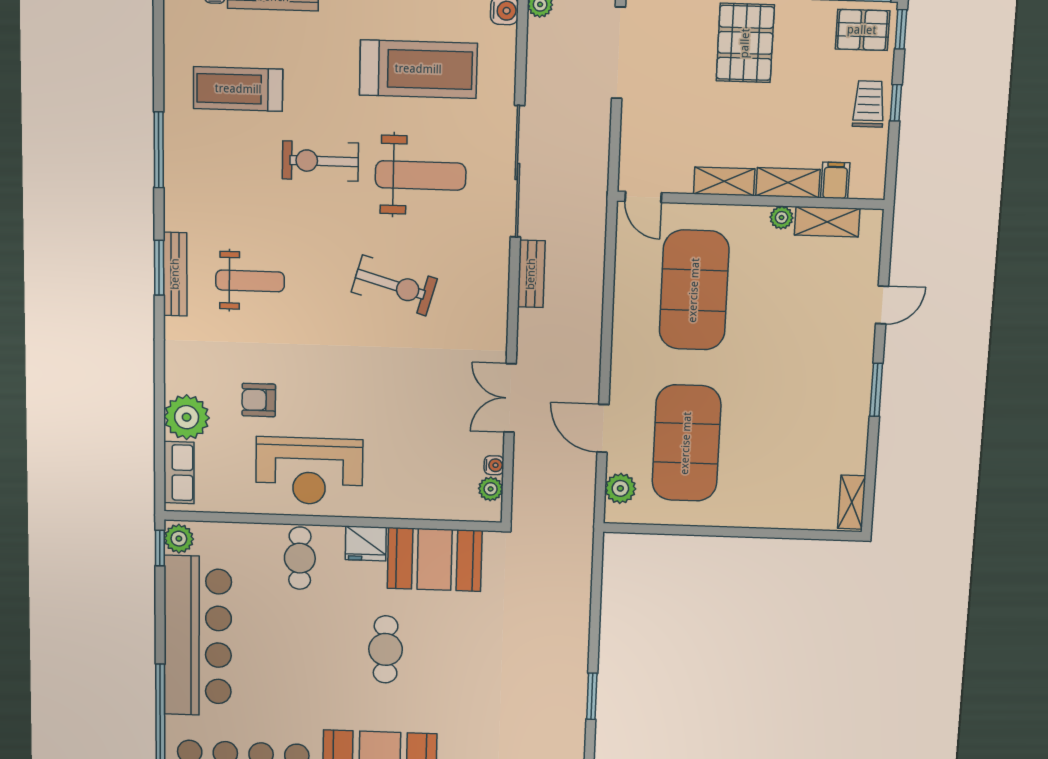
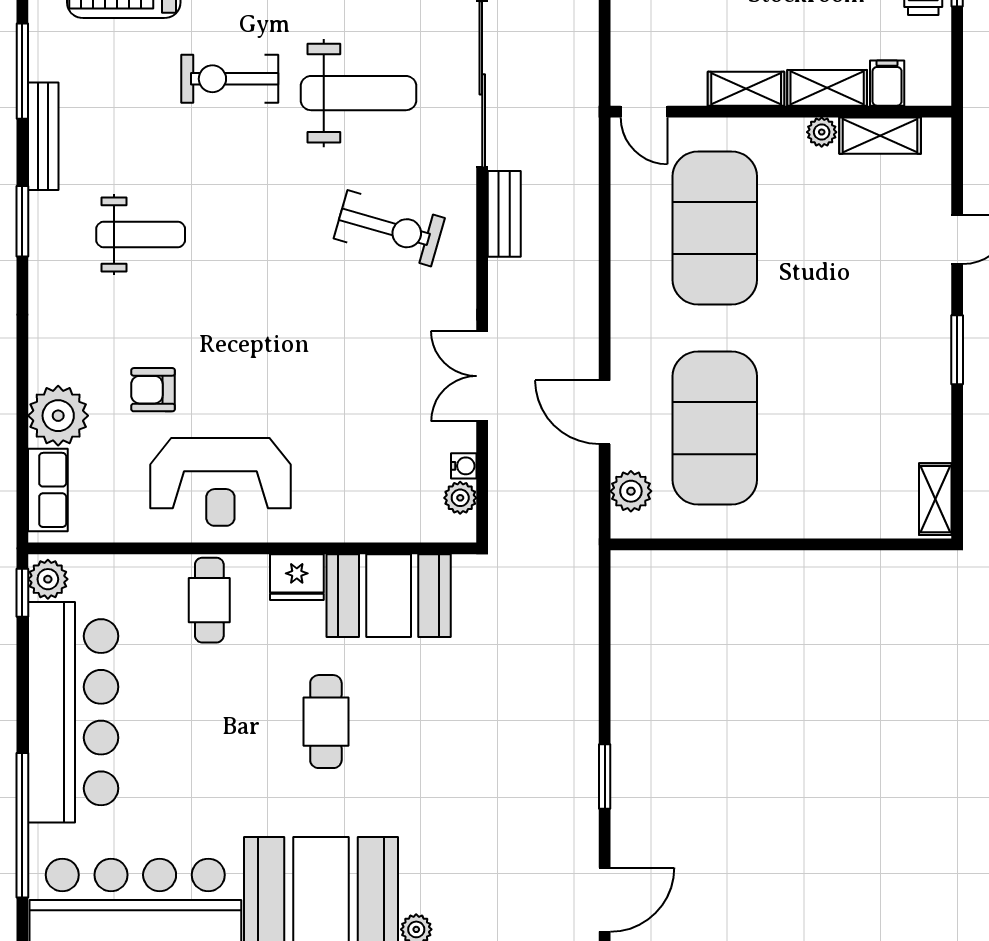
bench: (175, 274) -> (43, 136), moved
exercise bike: (394, 285) -> (389, 228), moved

